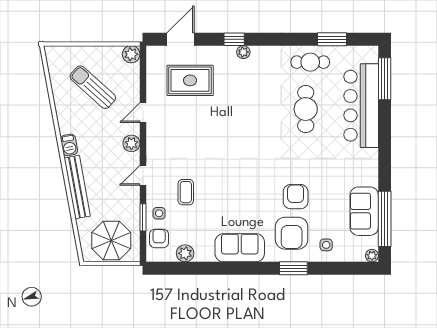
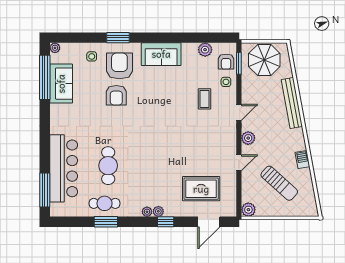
window: (332, 39) -> (106, 222), moved
plant: (257, 52) -> (147, 212), added
barbecue: (69, 145) -> (303, 160), moved
window: (143, 217) -> (239, 63), moved

